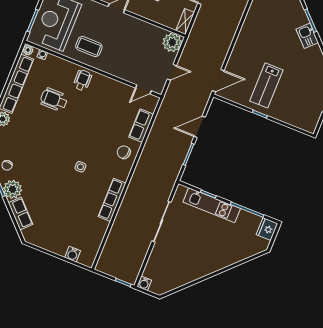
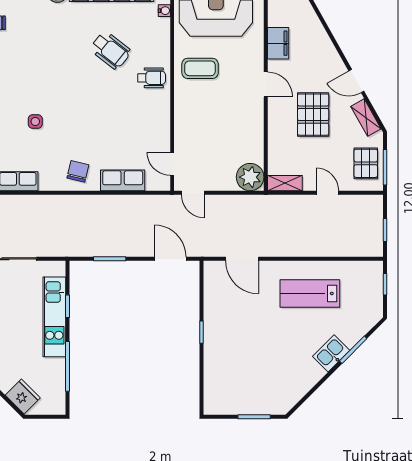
coffee table: (89, 47) -> (200, 68), turned 90
door: (172, 72) -> (193, 193), moved
door: (218, 81) -> (242, 259), moved
lab bench: (266, 85) -> (310, 293), moved
wheelchair: (54, 100) -> (111, 50), turned 128
door: (200, 127) -> (170, 259), moved
fridge: (267, 229) -> (23, 396), moved, turned 45

